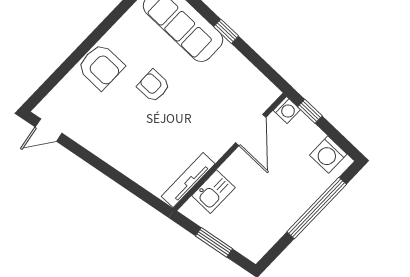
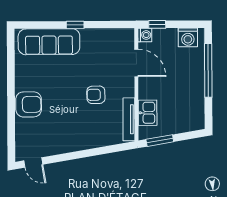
armchair: (153, 86) -> (96, 95), moved
door: (49, 130) -> (33, 163), hinge flipped
window: (214, 242) -> (160, 141), moved

